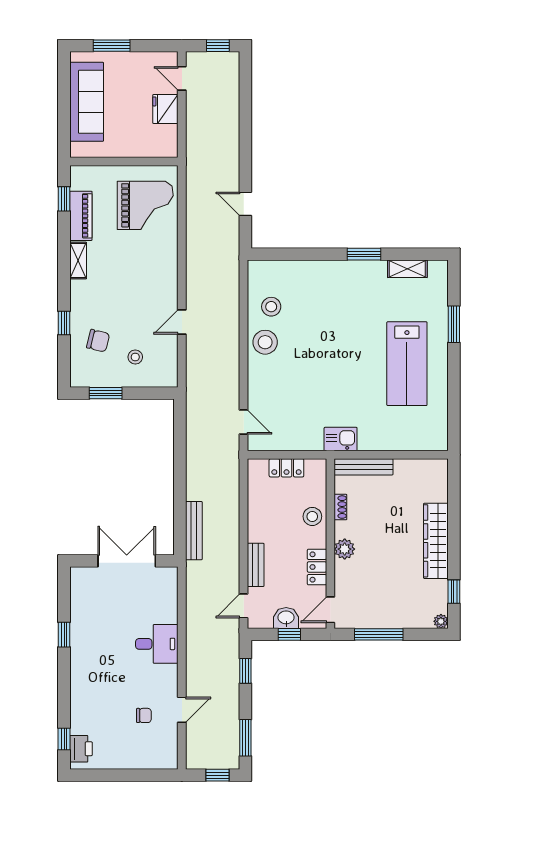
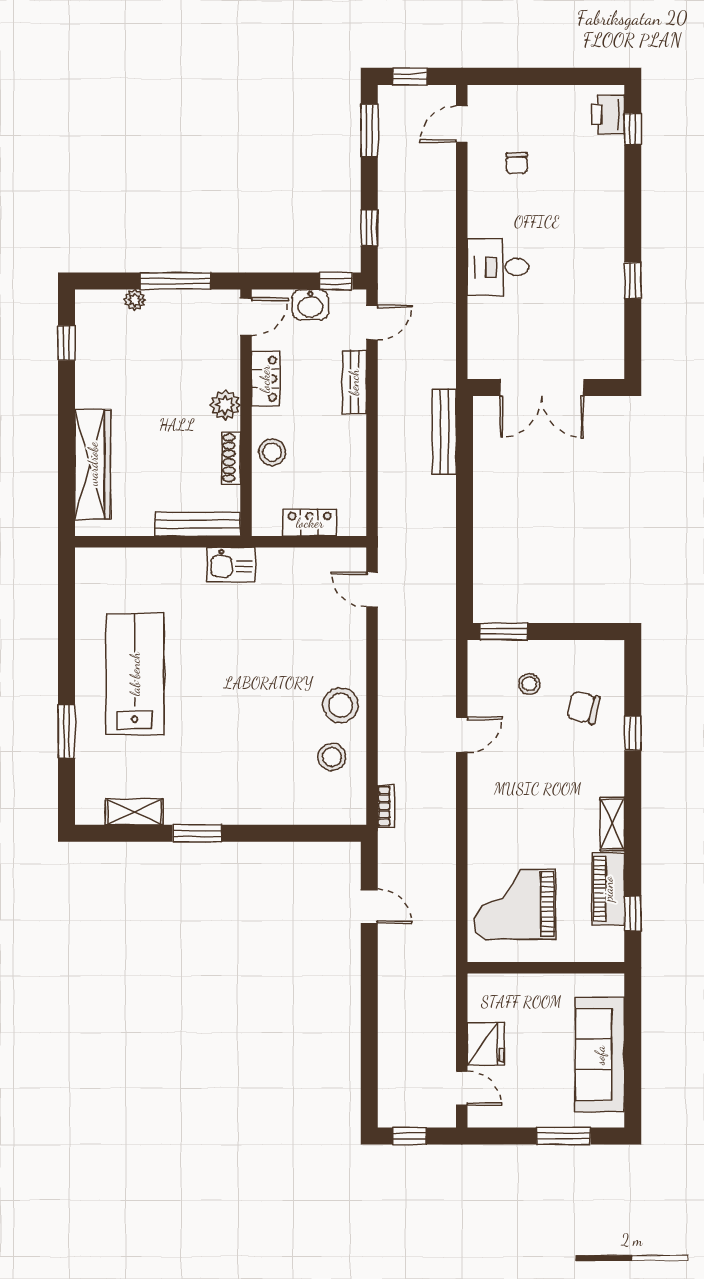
bookcase: (234, 273) -> (386, 806), added
window: (106, 393) -> (504, 631), moved
shoe rack: (340, 507) -> (231, 458), width x1.43
wardrobe: (436, 541) -> (93, 464), moved
plant: (441, 621) -> (135, 300), moved
window: (289, 634) -> (336, 281), moved
door: (182, 710) -> (462, 124), moved
chair: (144, 715) -> (517, 163), turned -90

